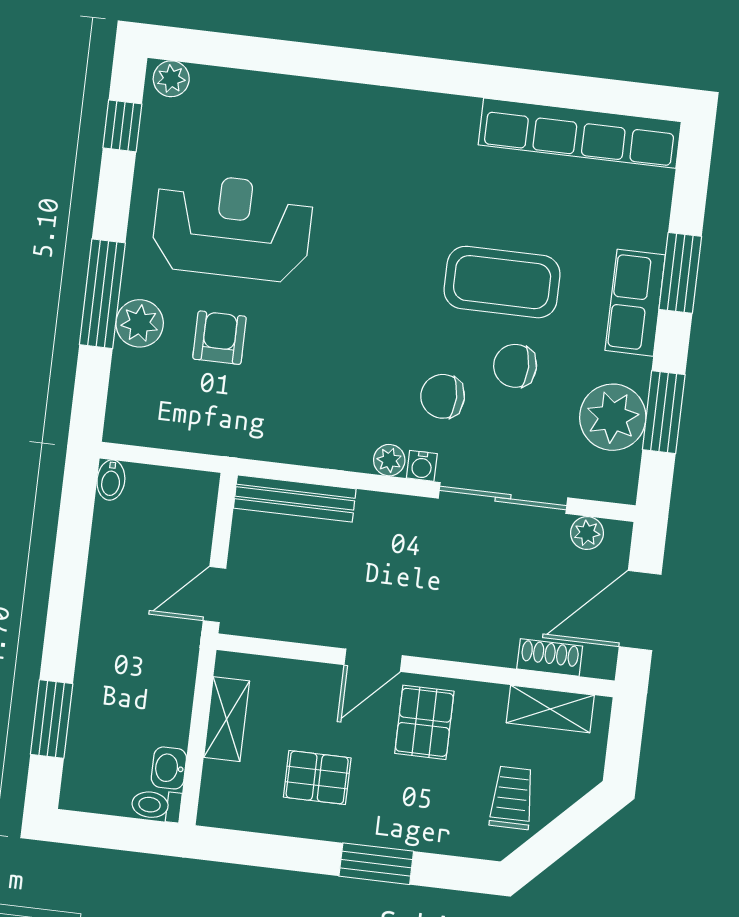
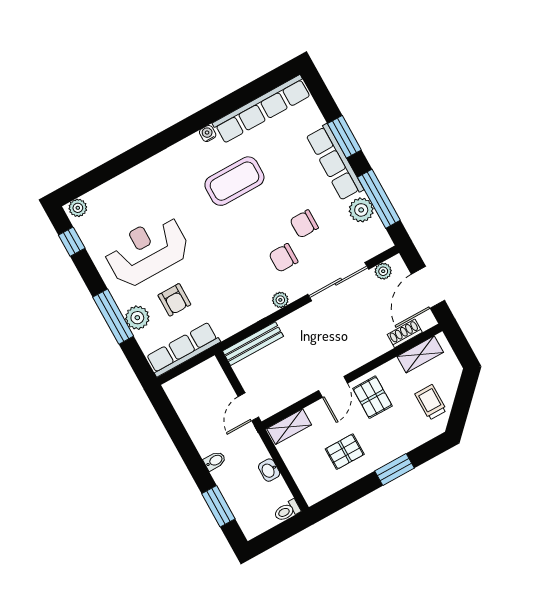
coffee table: (502, 282) -> (234, 181), moved
row of seats: (635, 303) -> (335, 162), width x1.48
armchair: (220, 338) -> (174, 300), turned 180
window: (664, 412) -> (379, 199), width x1.44
plant: (613, 417) -> (361, 210), width x0.73, depth x0.73
row of seats: (176, 427) -> (183, 349), added
water cooler: (422, 466) -> (208, 134), moved, turned 180
bidet: (111, 480) -> (215, 461), moved, turned -90
shelving: (227, 719) -> (289, 427), moved, turned 90
washbasin: (169, 768) -> (269, 470), moved

